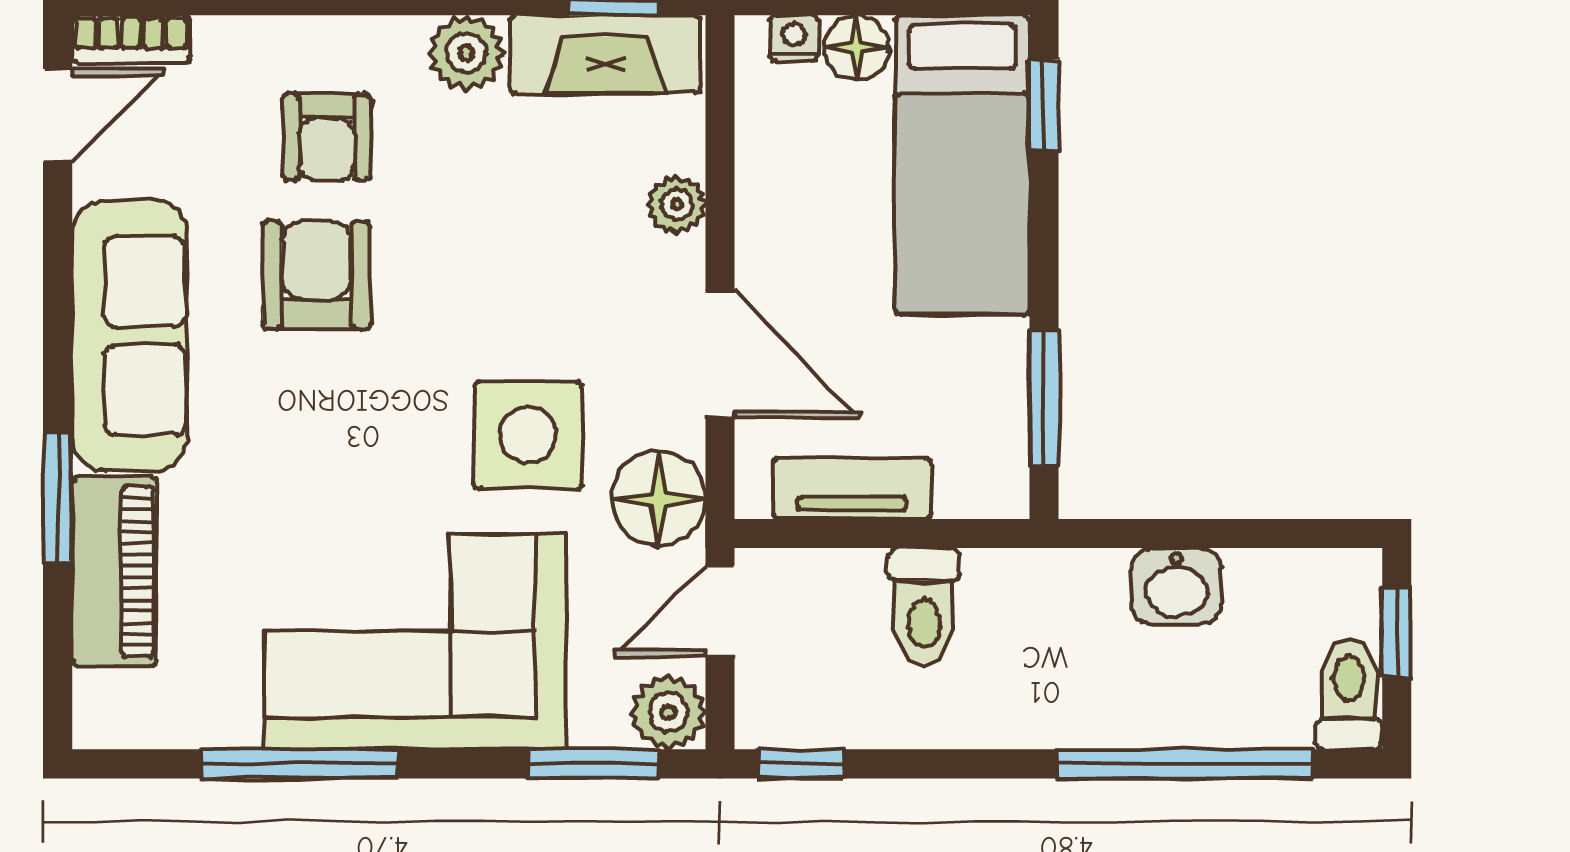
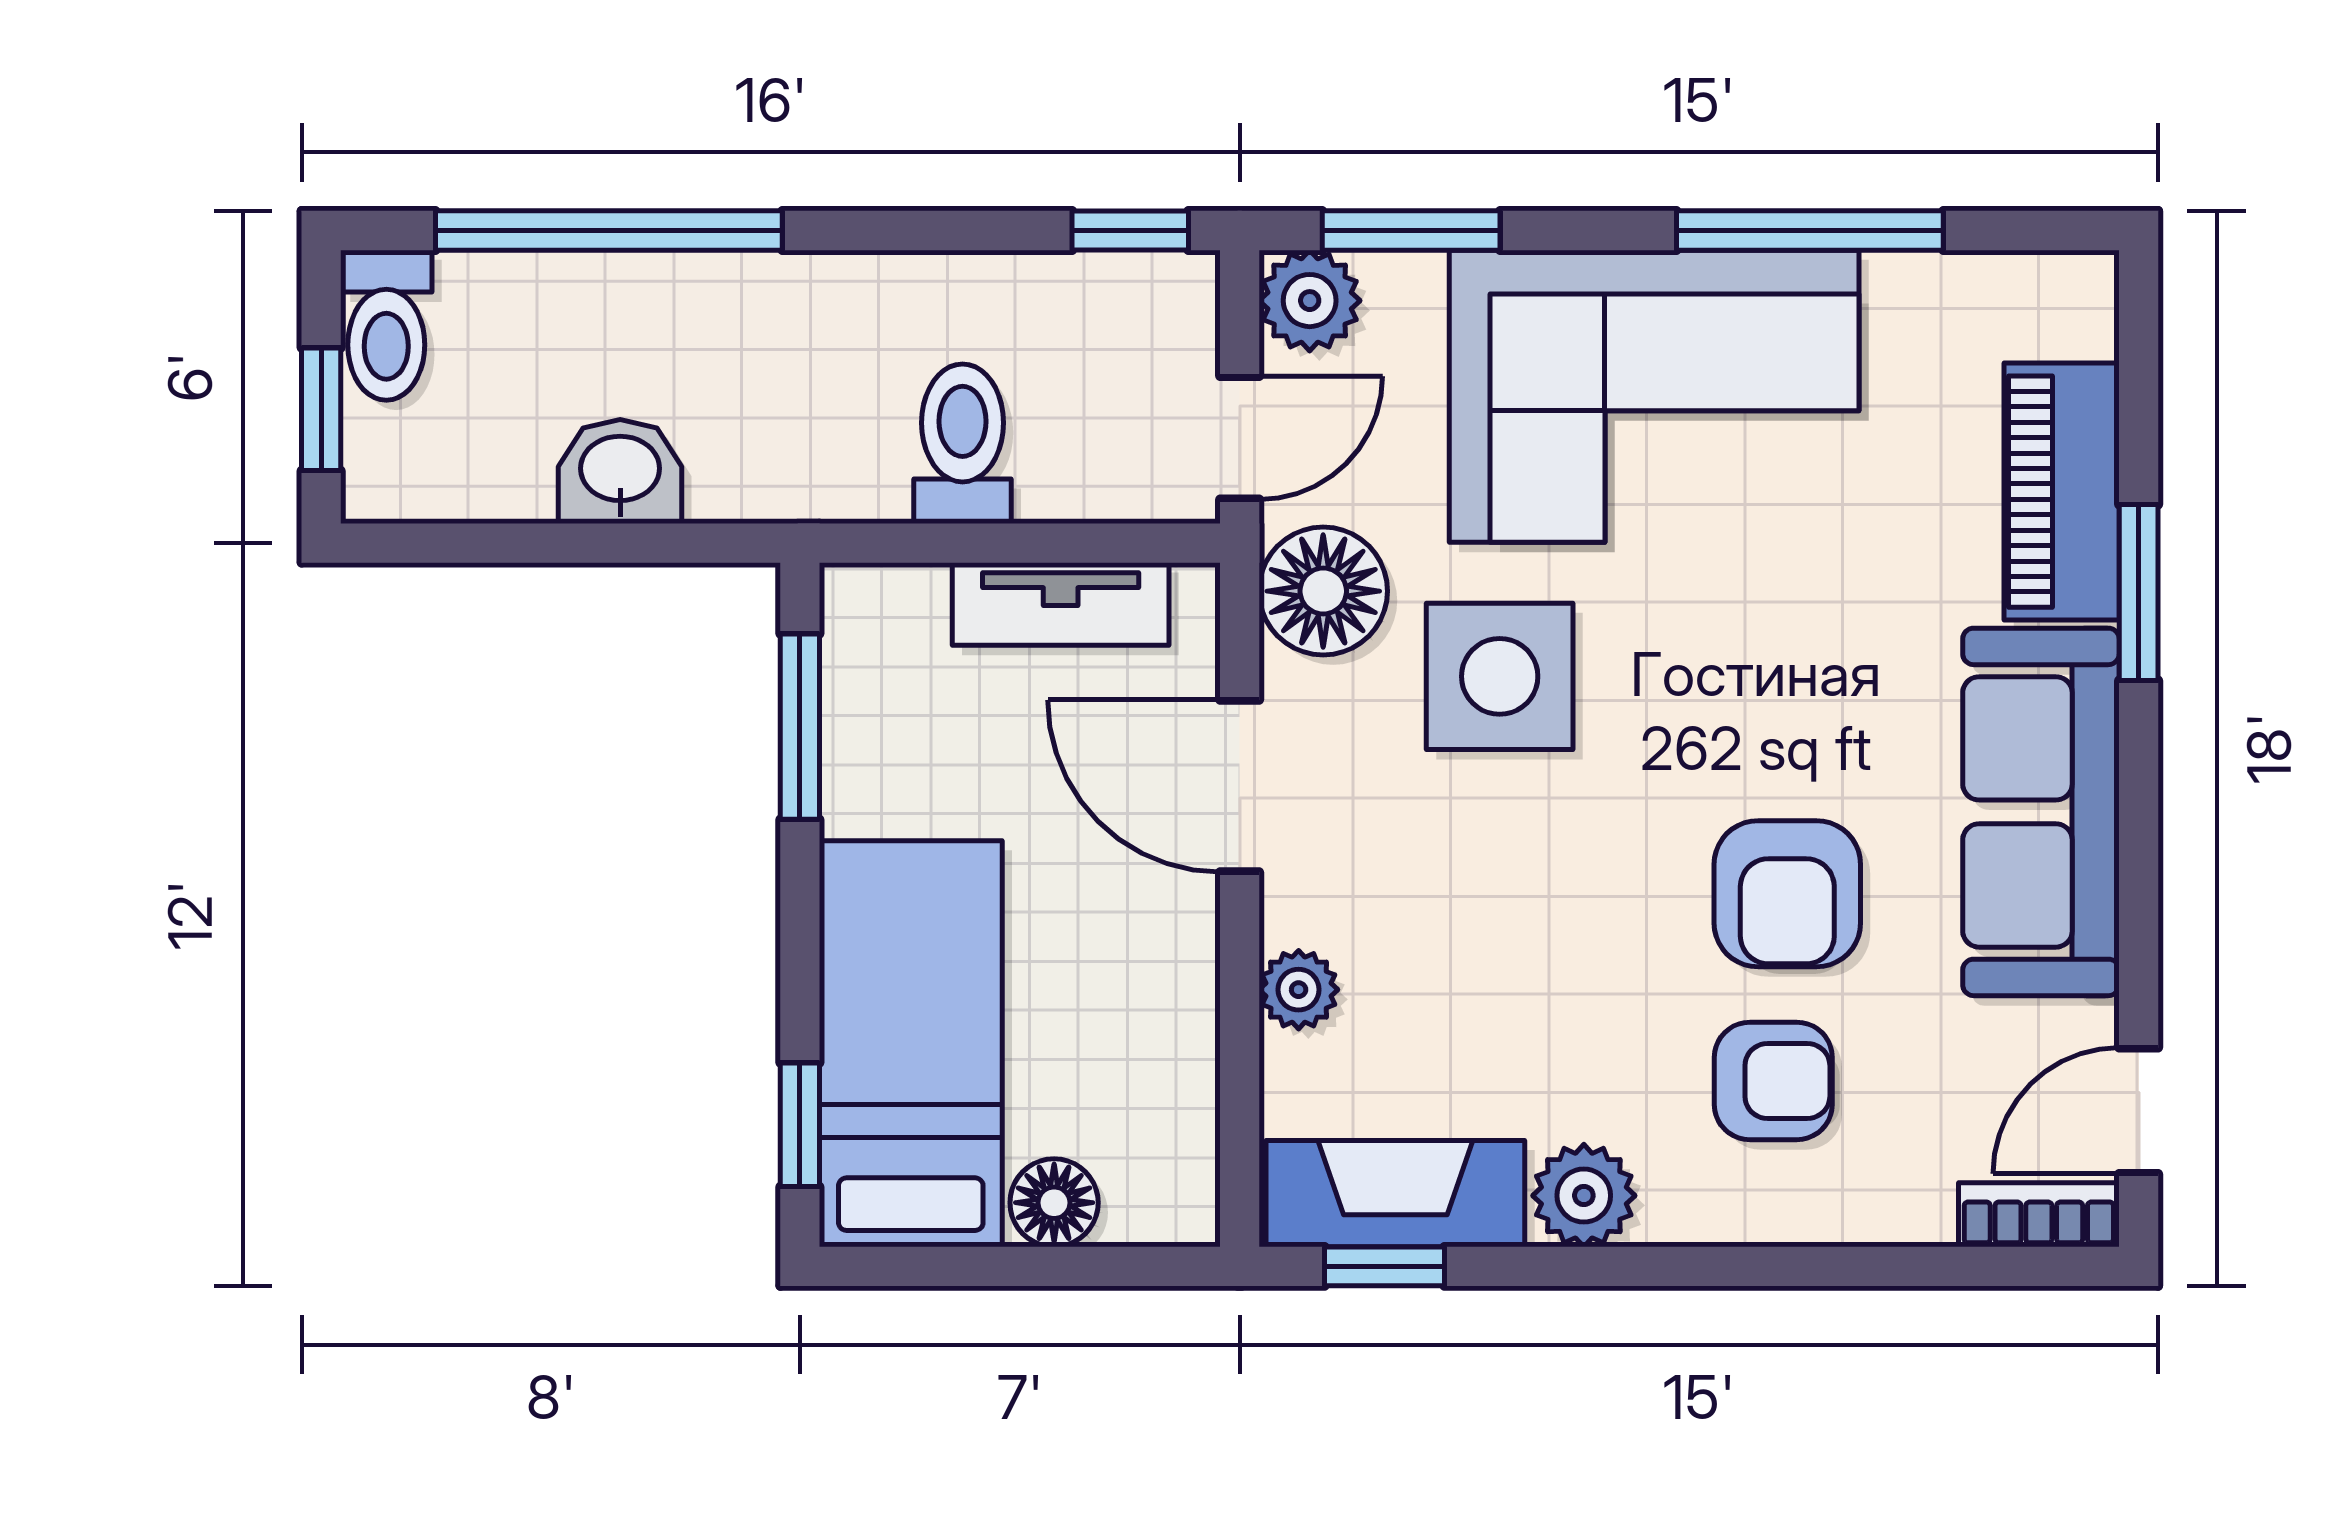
nightstand: (794, 38) -> (1139, 1216), removed
armchair: (327, 137) -> (1773, 1081), turned 90

